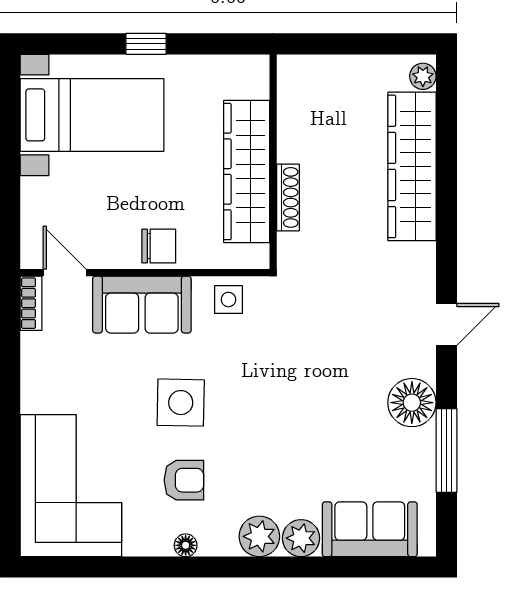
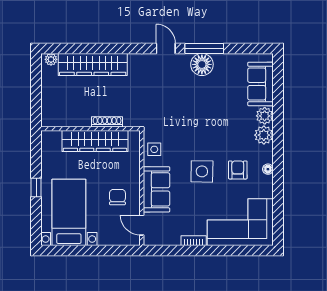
chair: (159, 246) -> (117, 197), moved
door: (65, 273) -> (142, 225), hinge flipped
bookcase: (31, 303) -> (194, 241), moved
window: (446, 451) -> (204, 49), moved

